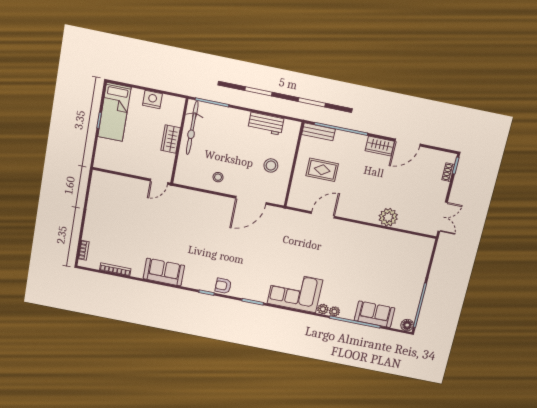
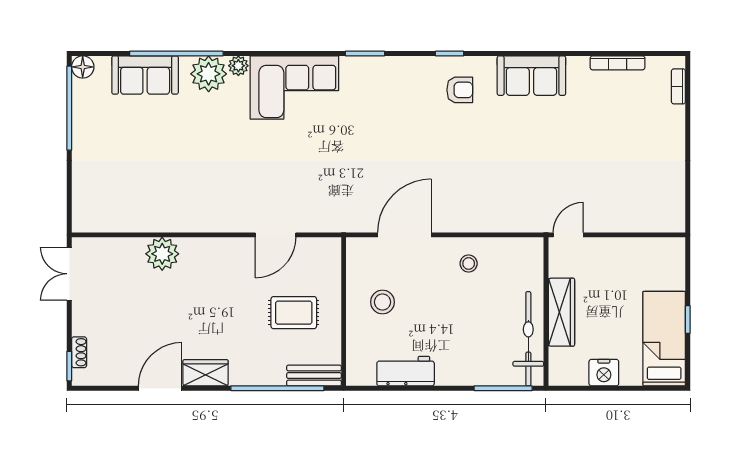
wardrobe: (171, 139) -> (561, 312), width x1.50
armchair: (223, 286) -> (460, 90), moved
plant: (334, 311) -> (209, 74), width x1.87, depth x1.87

